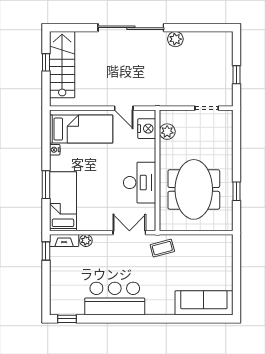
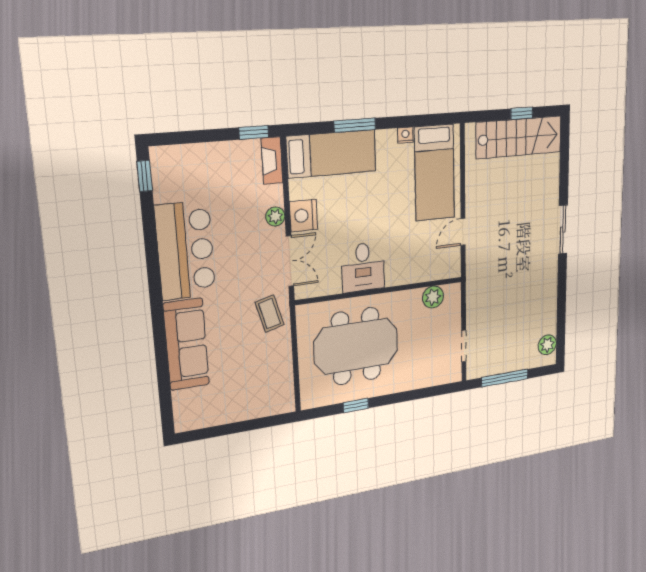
sliding door: (131, 28) -> (563, 230), width x0.54
plant: (175, 39) -> (547, 345), moved
window: (236, 75) -> (505, 378), width x2.17
nightstand: (147, 129) -> (304, 216), moved, turned 90
desk: (140, 183) -> (363, 267), width x0.73
plant: (86, 240) -> (275, 216), moved
sofa: (204, 303) -> (186, 344), moved

